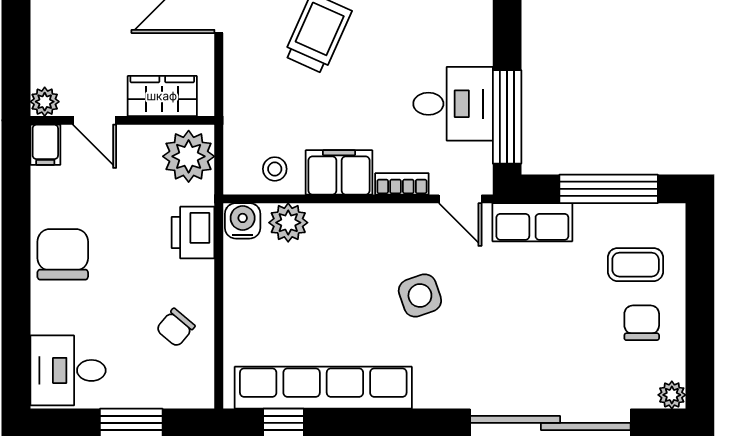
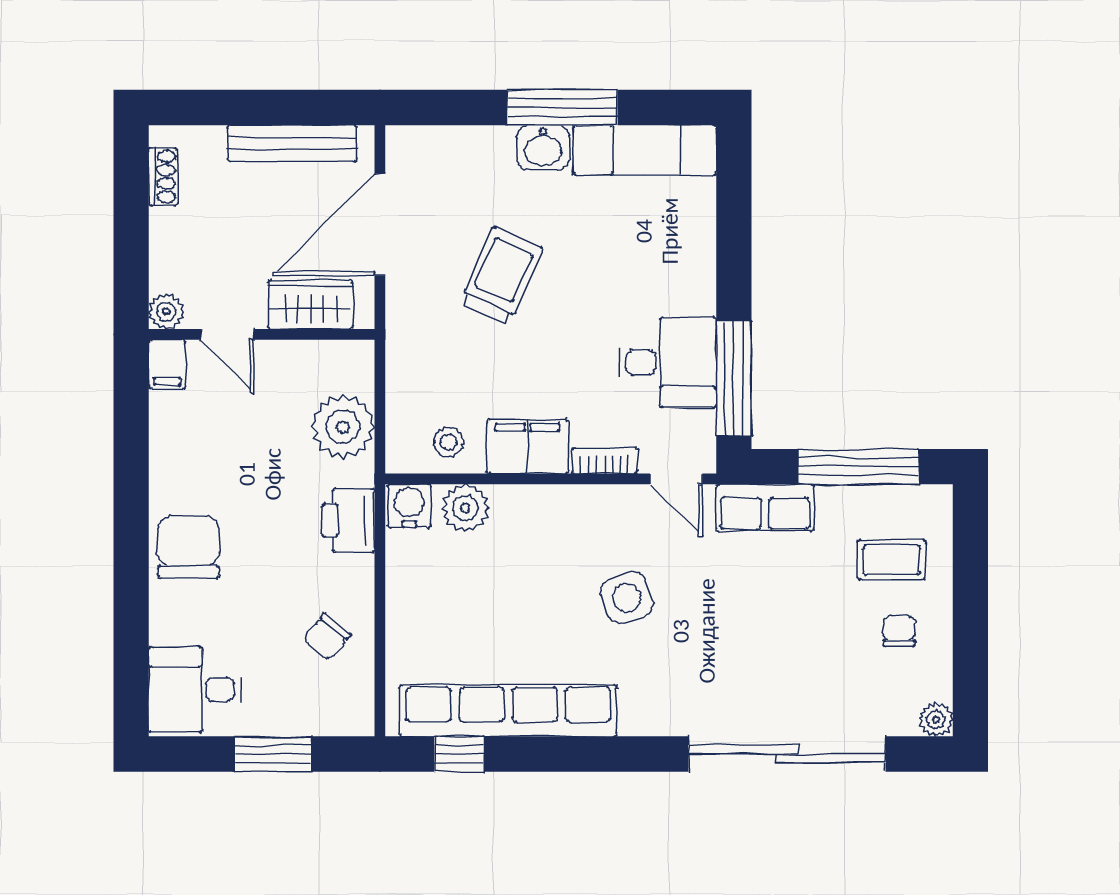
wardrobe: (162, 96) -> (311, 305), moved
plant: (45, 102) -> (166, 311), moved
door: (95, 120) -> (228, 334), moved
wall: (122, 120) -> (262, 334), moved
filing cabinet: (45, 145) -> (167, 364), moved
chair: (642, 323) -> (899, 631), width x0.73, depth x0.73

